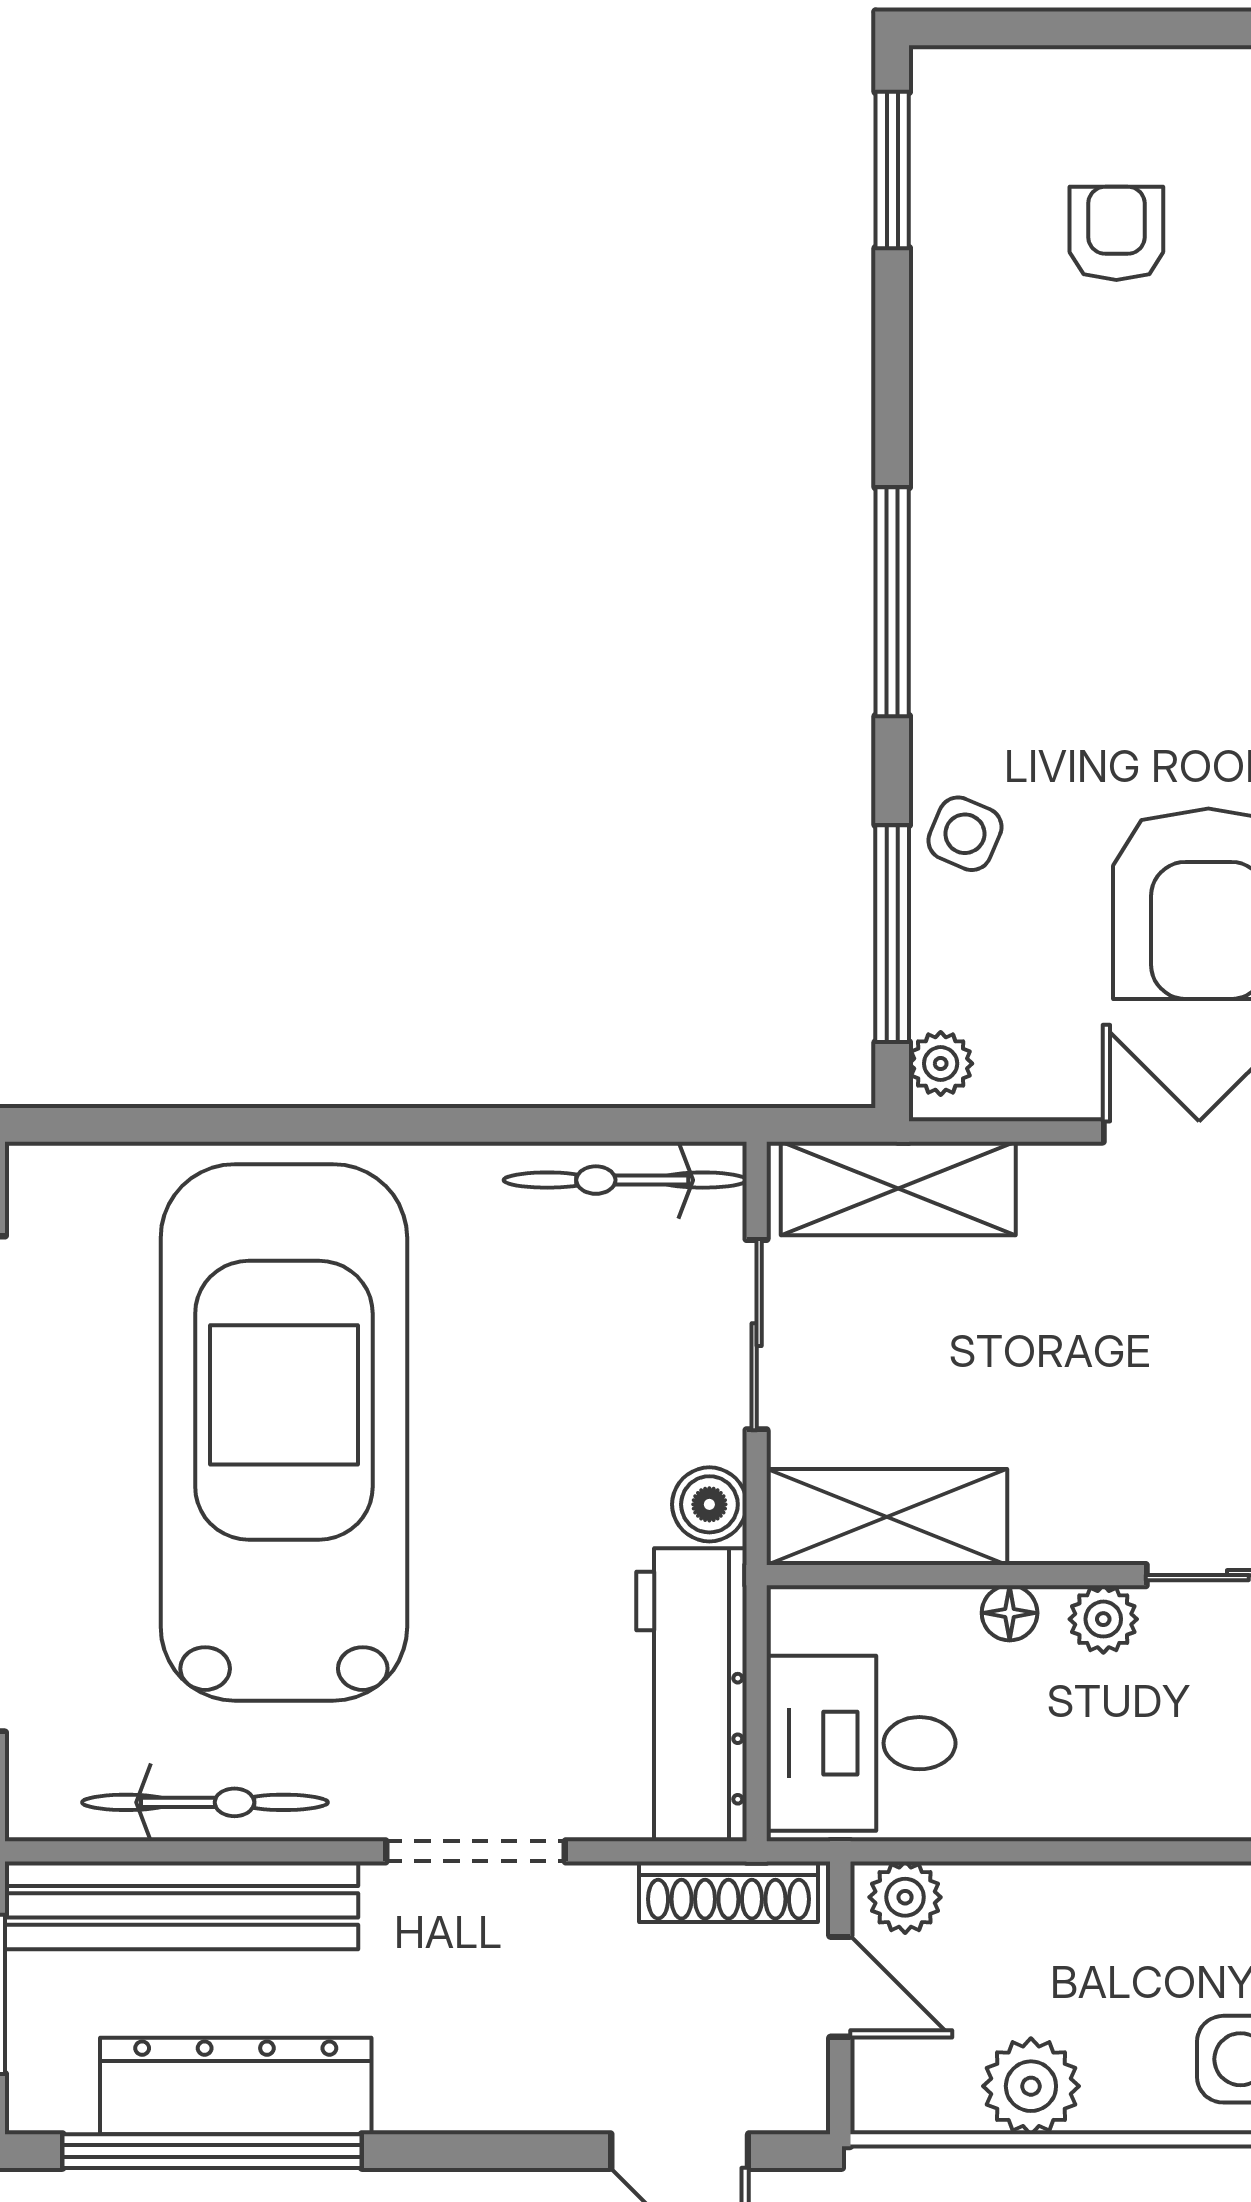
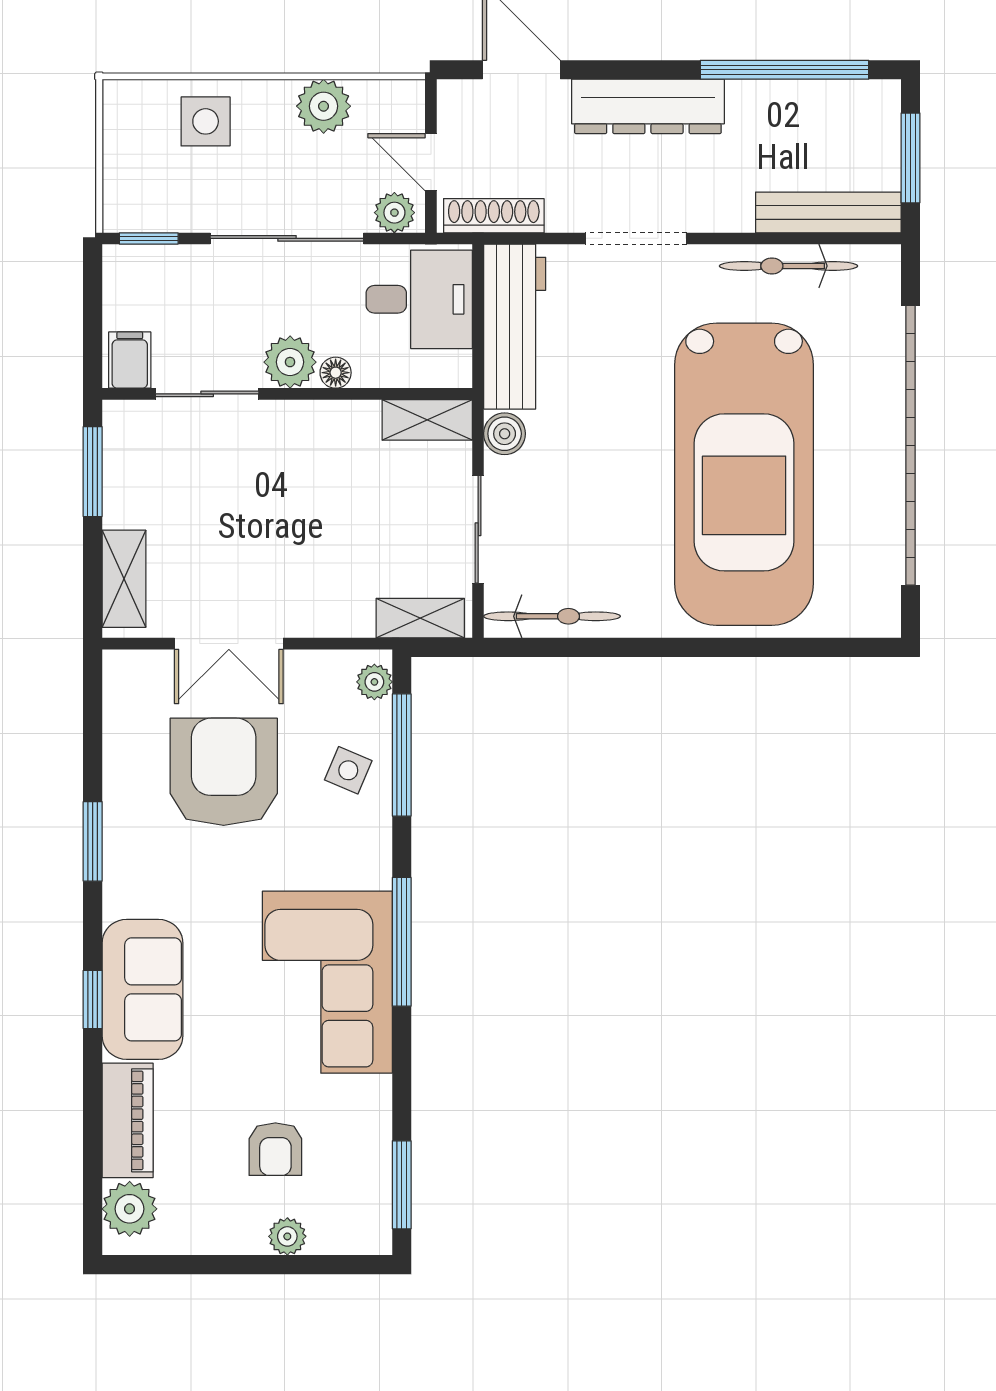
plant: (1095, 78) -> (287, 1236), added
corner sofa: (1024, 530) -> (327, 982), added
side table: (965, 834) -> (348, 770), moved
shelving: (898, 1189) -> (420, 618), width x0.67, depth x0.75
shelving: (887, 1517) -> (427, 420), width x0.67, depth x0.75
plant: (1103, 1619) -> (290, 362), width x1.38, depth x1.38
sliding door: (1096, 1851) -> (287, 238), added
bench: (182, 1905) -> (828, 212), width x0.73, depth x0.82
dresser: (236, 2086) -> (648, 106), moved

